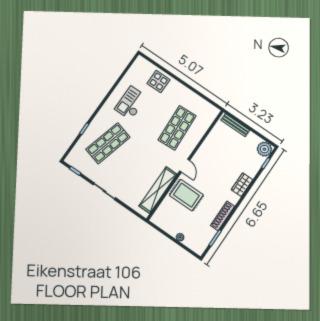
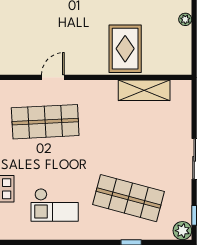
plant: (71, 159) -> (182, 231), added
door: (185, 166) -> (53, 77), moved
shelving: (158, 190) -> (144, 90), width x0.68

